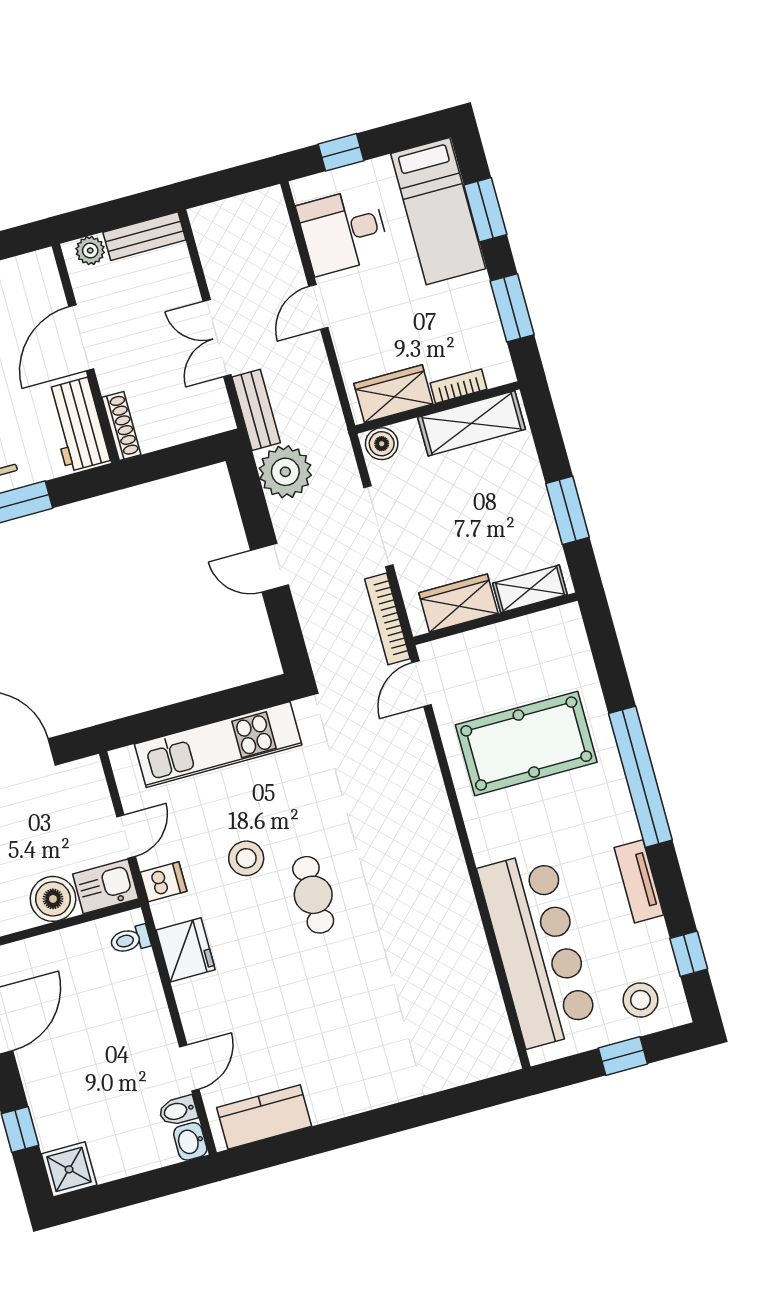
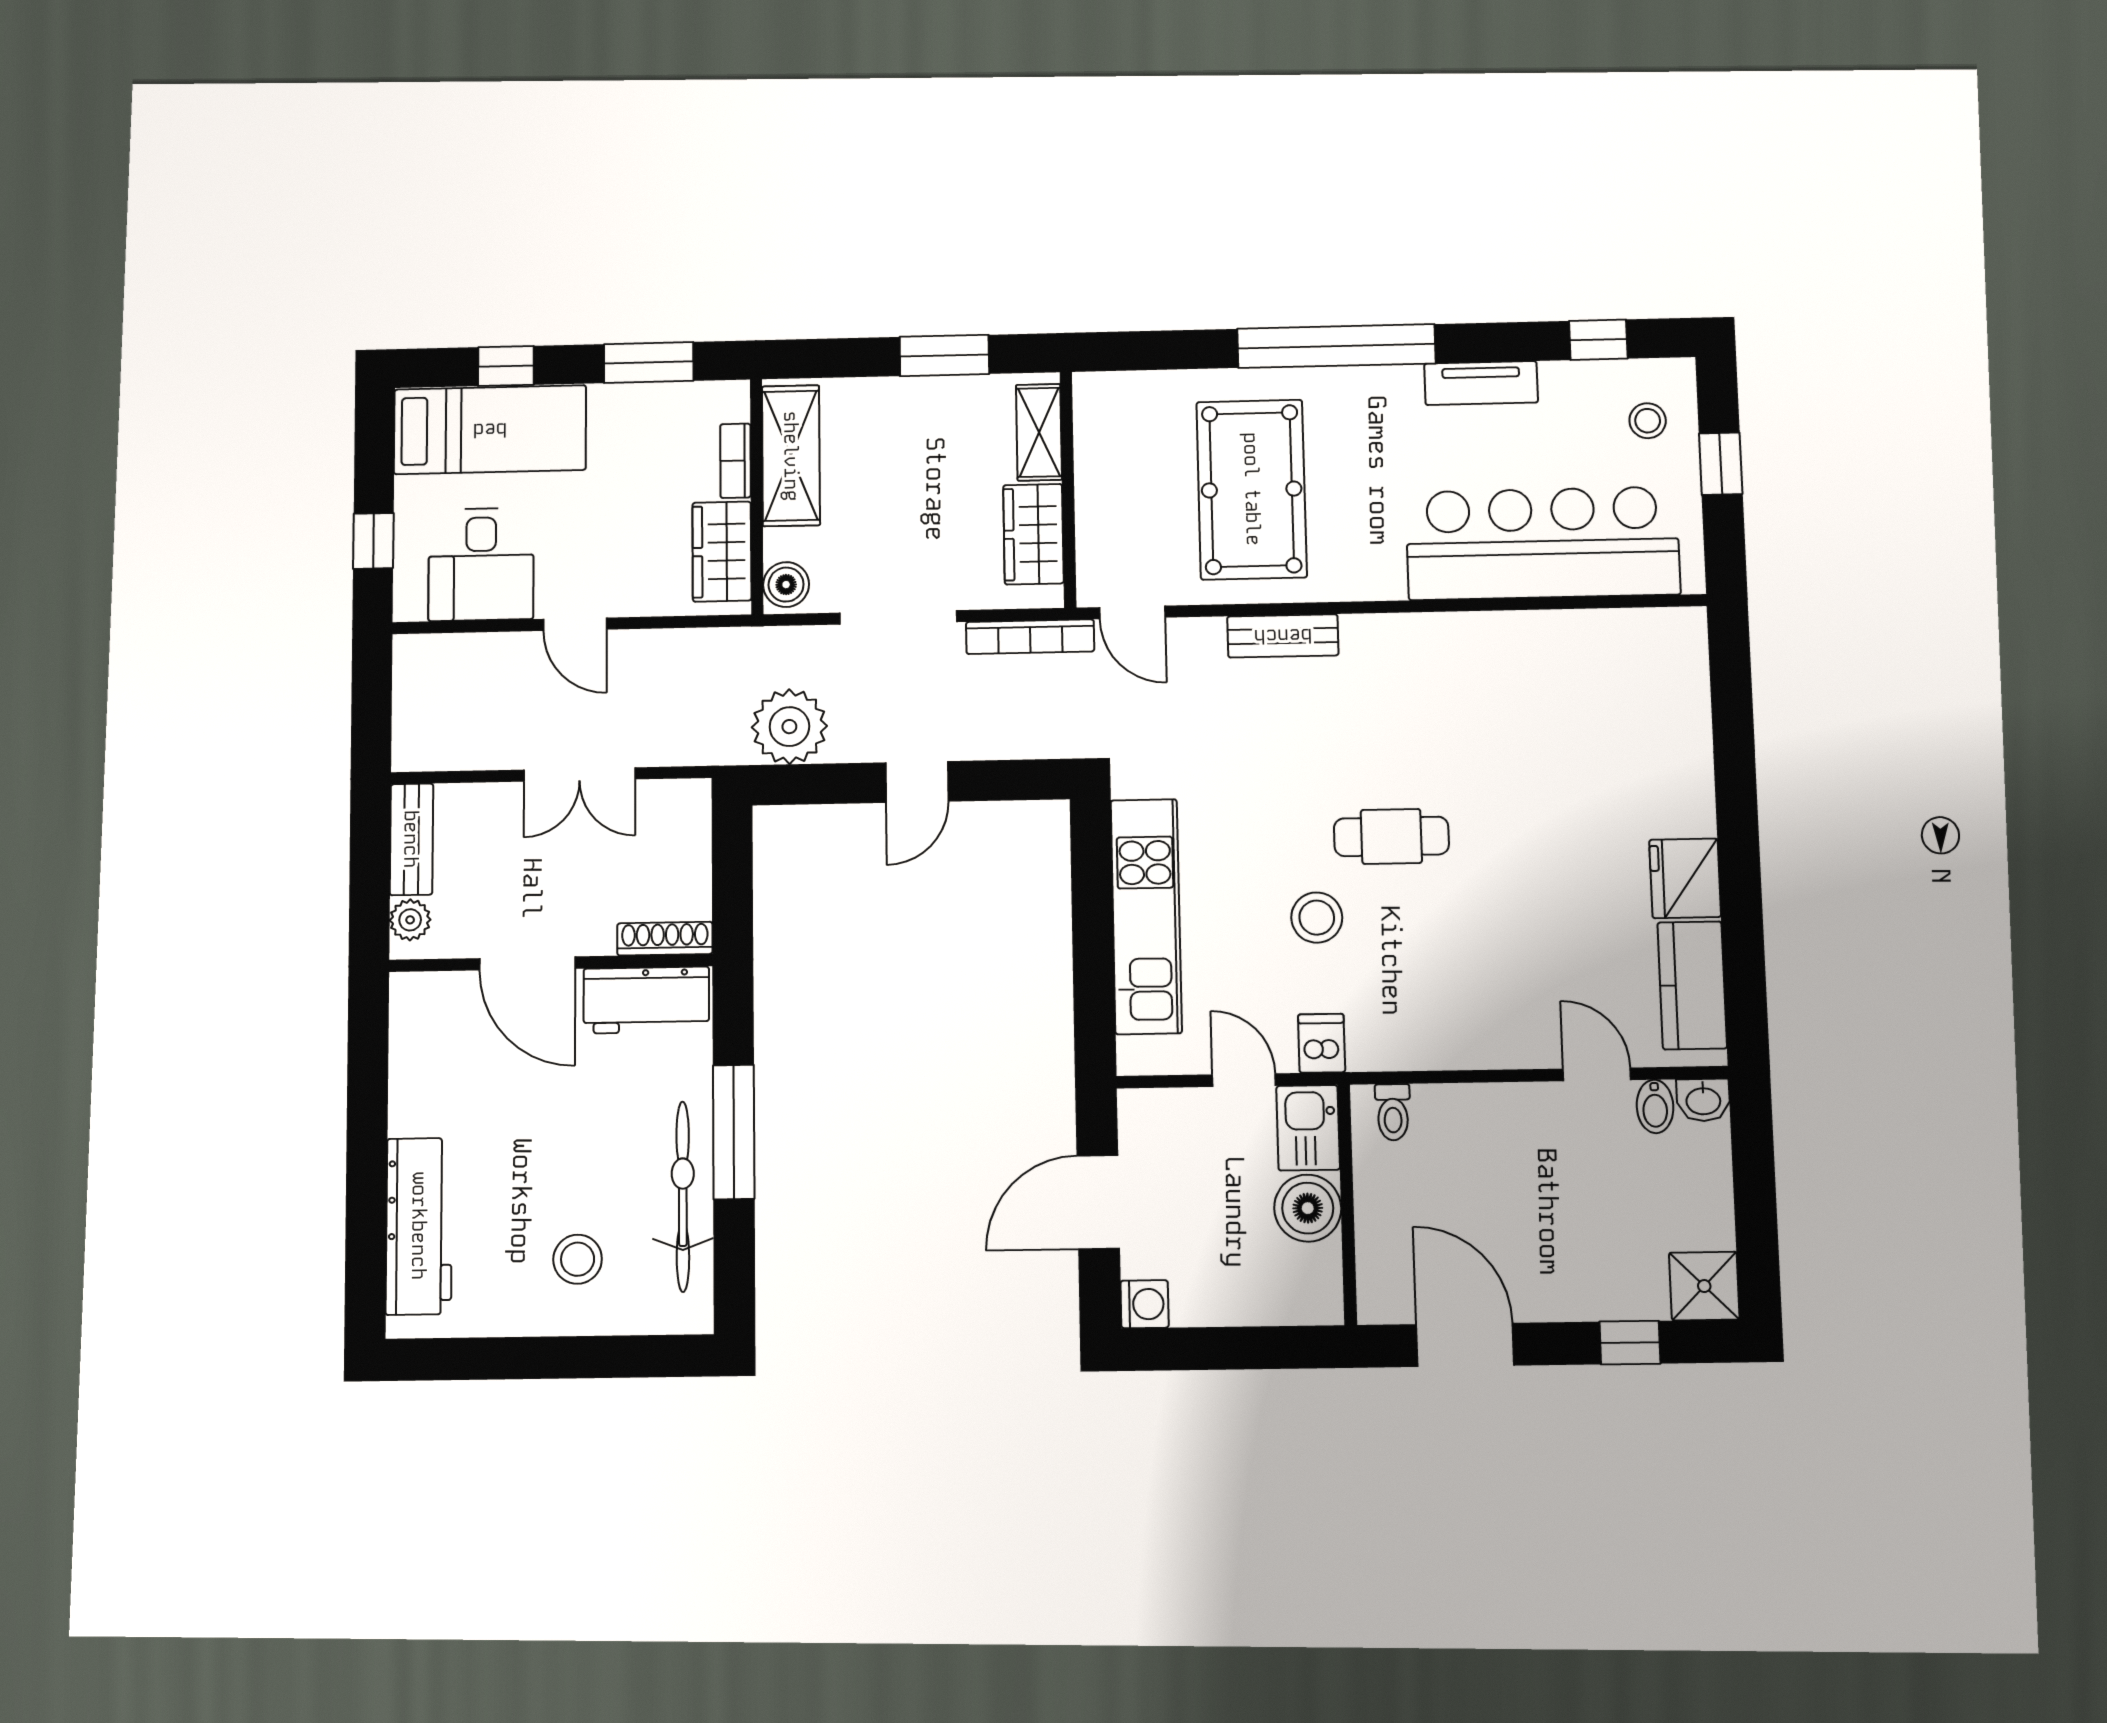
window: (485, 210) -> (506, 366), width x0.67
bench: (256, 410) -> (1283, 636), moved
fridge: (186, 950) -> (1685, 878), moved, turned -90
stool: (641, 1000) -> (1648, 421), width x0.73, depth x0.73

